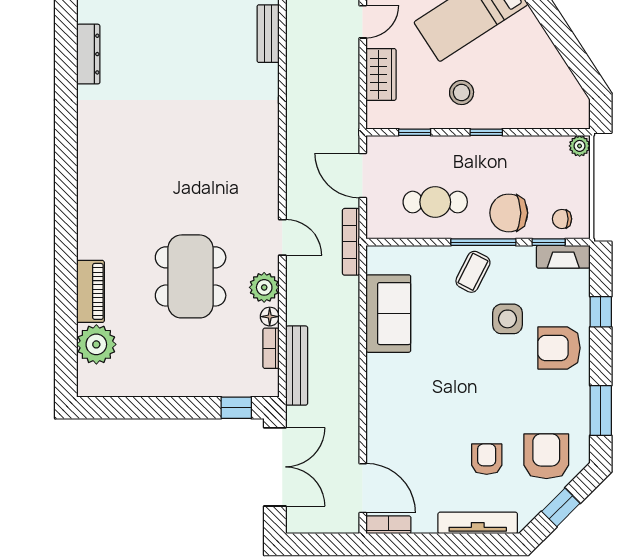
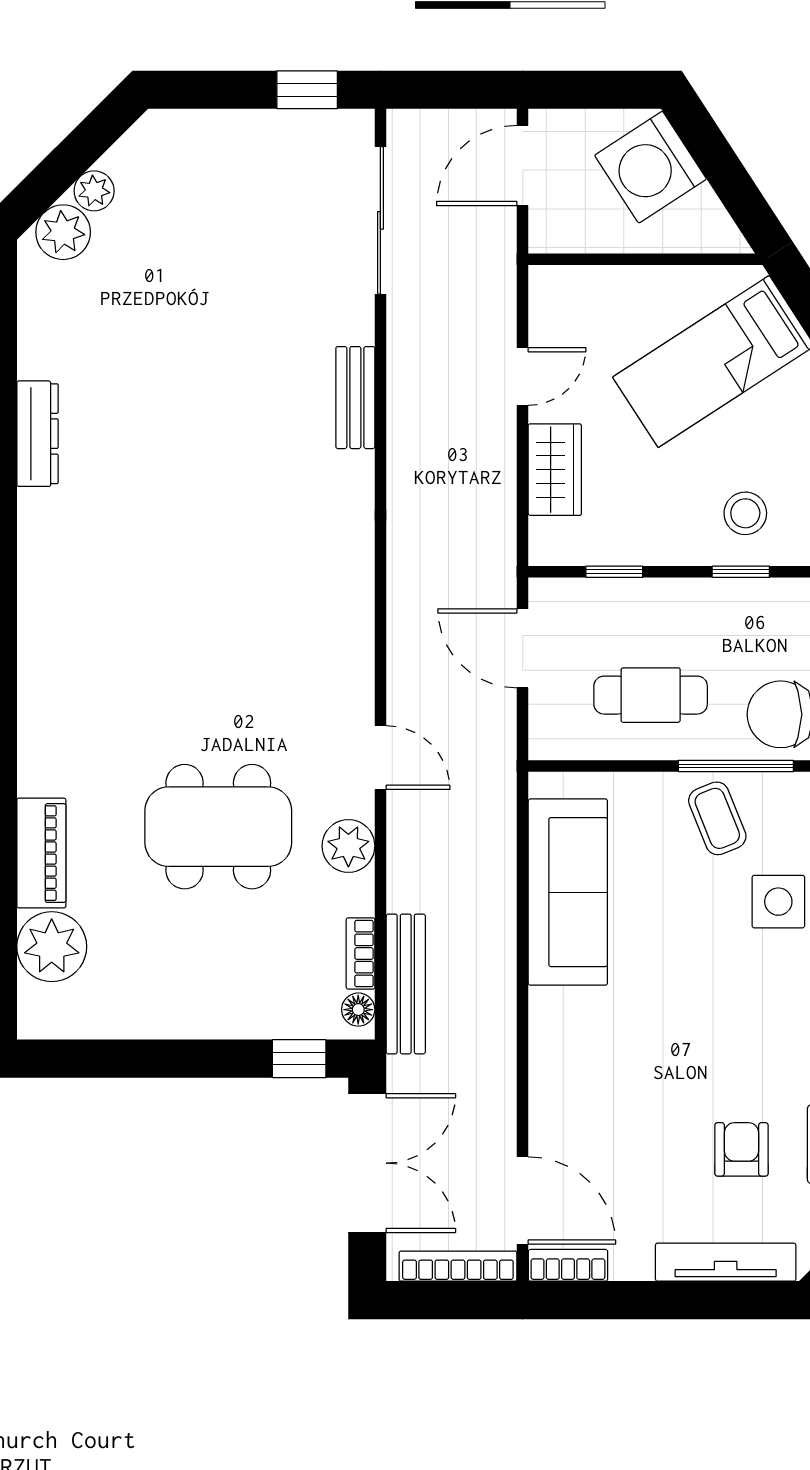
stool: (462, 93) -> (745, 513), moved
bookcase: (351, 242) -> (458, 1266), moved, turned 90
coffee table: (473, 272) -> (717, 818), turned -49
dining table: (191, 276) -> (218, 827), turned 90
sofa: (388, 314) -> (568, 892), width x1.36
floor lamp: (270, 317) -> (358, 1010), moved

